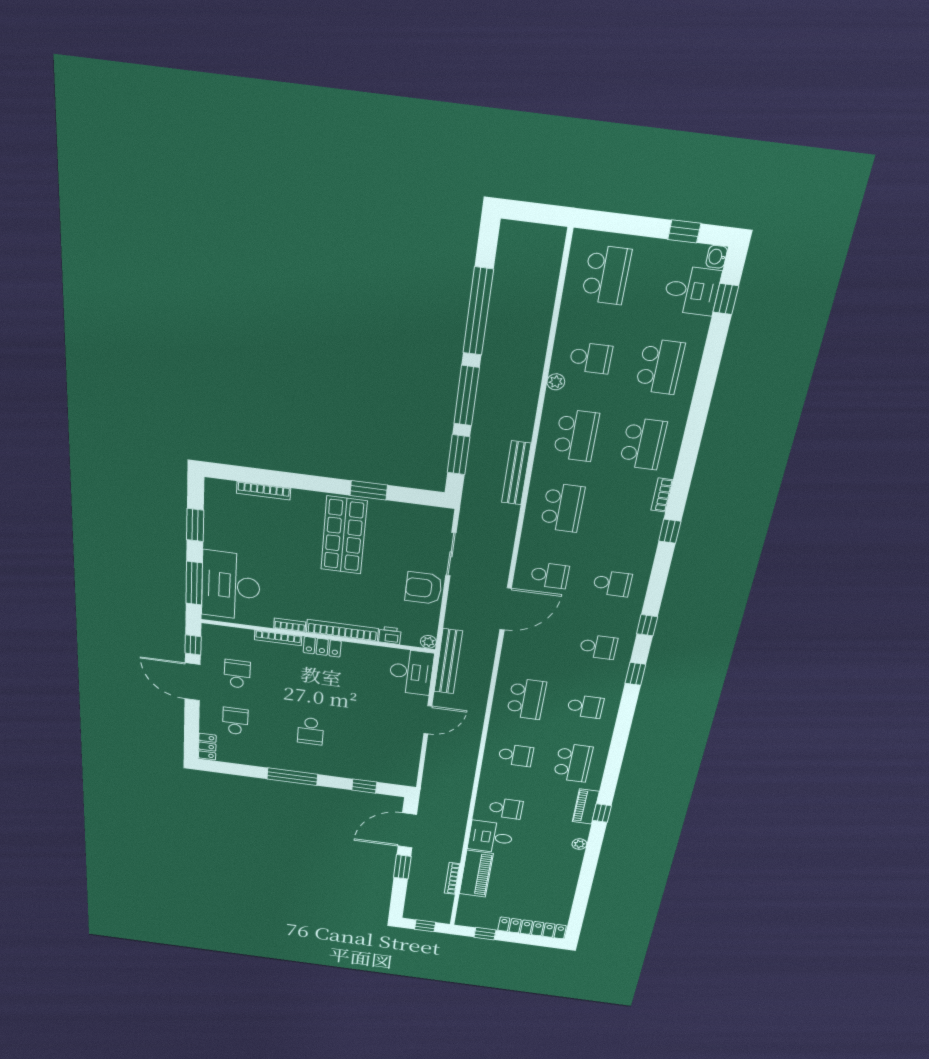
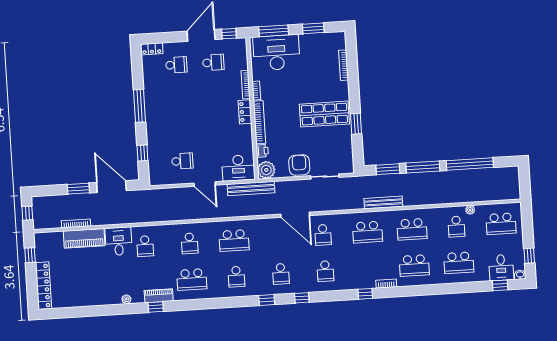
plant: (556, 382) -> (470, 210), moved
plant: (428, 642) -> (266, 170), width x1.87, depth x1.87
school desk: (311, 731) -> (182, 161), moved, turned 180

